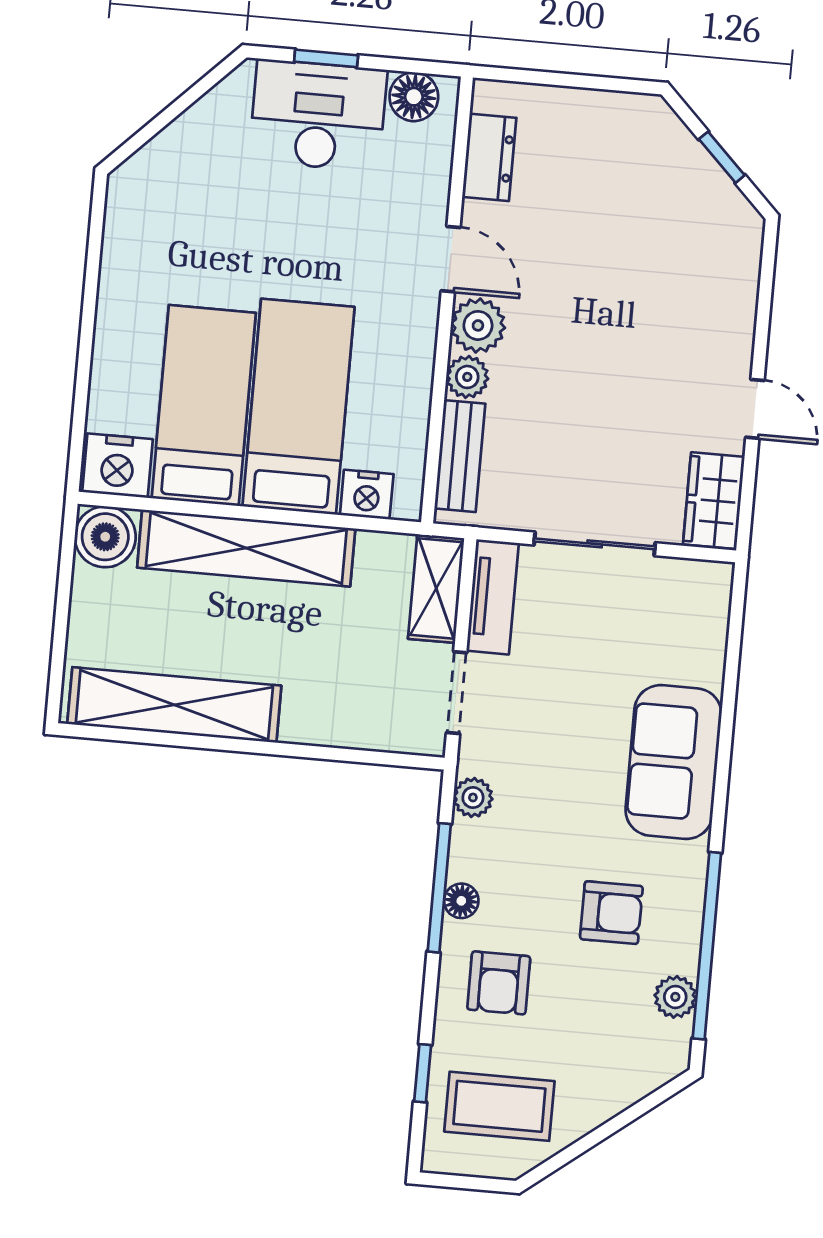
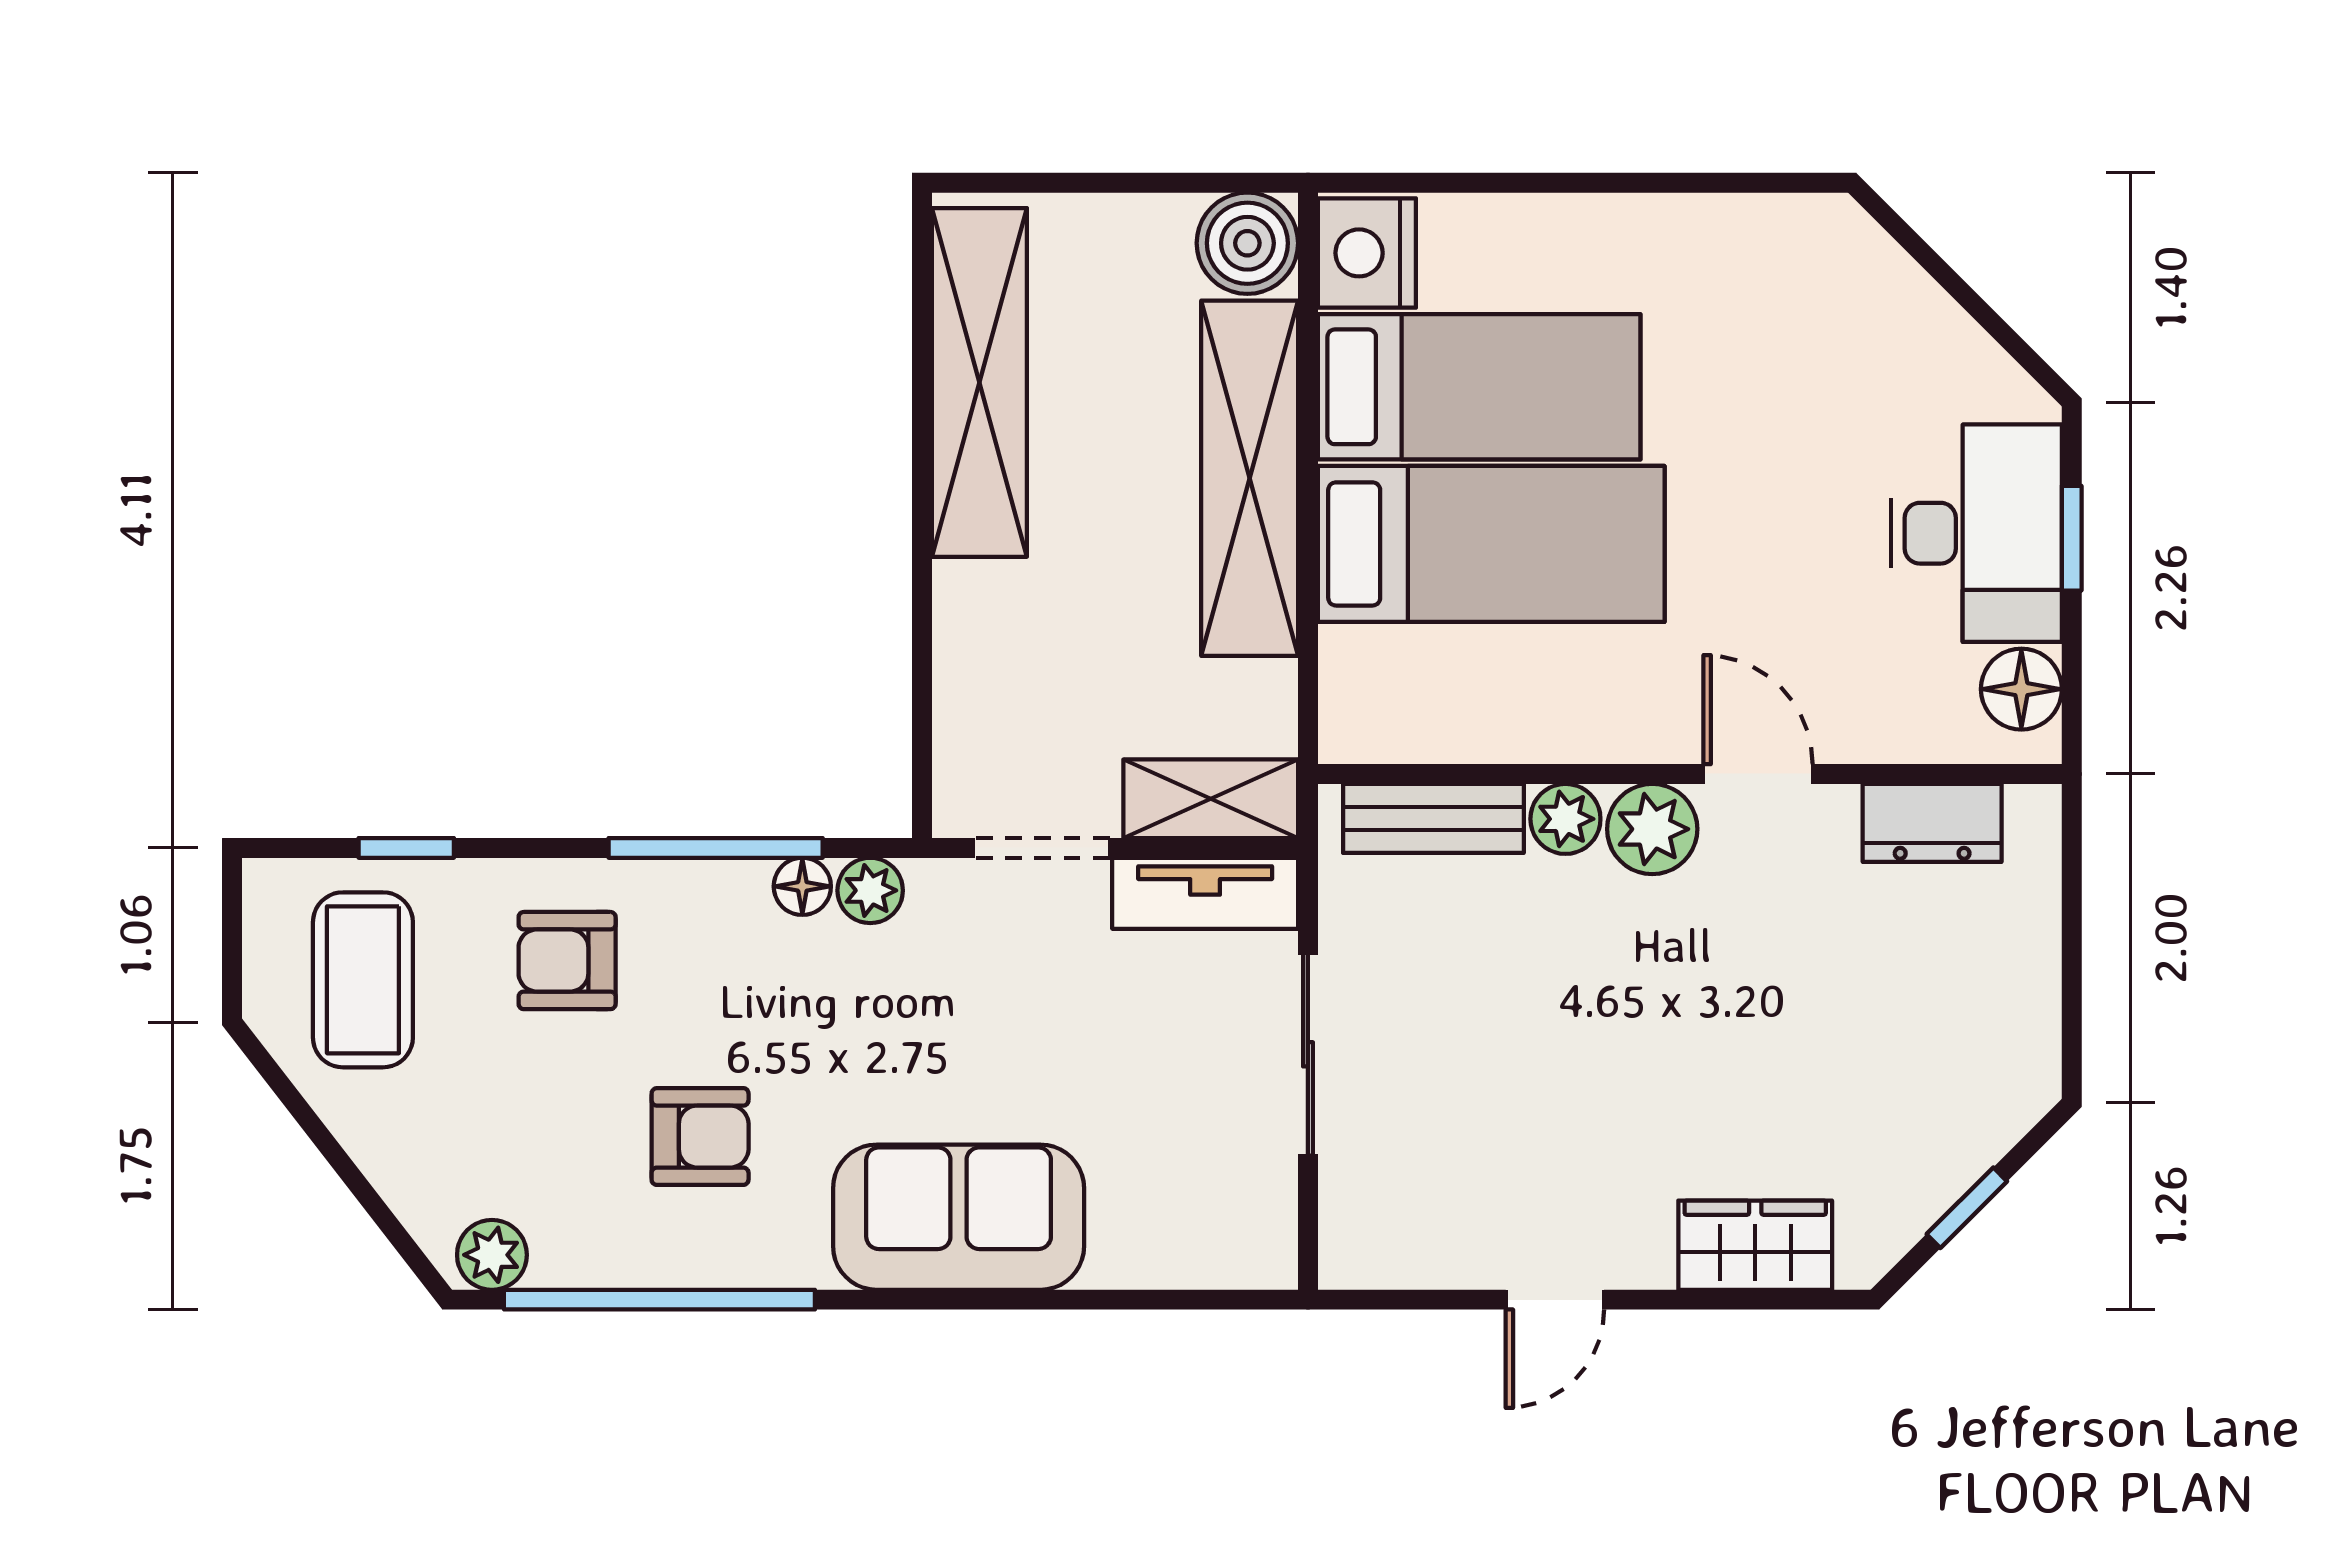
door: (451, 259) -> (1758, 774), swing flipped
nightstand: (367, 495) -> (1356, 670), removed
wardrobe: (714, 501) -> (1755, 1245), moved
floor lamp: (461, 901) -> (802, 886), moved
armchair: (611, 913) -> (700, 1137), turned -90
plant: (675, 997) -> (492, 1255), moved

